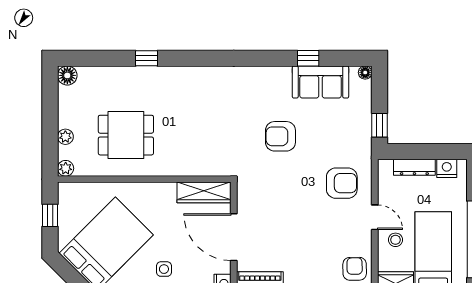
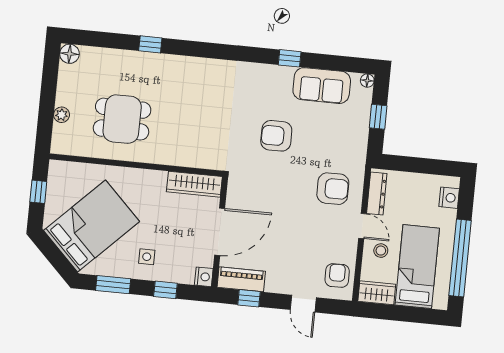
window: (308, 58) -> (290, 58), moved
window: (380, 125) -> (378, 117), moved
dresser: (414, 167) -> (377, 194), moved, turned -90
plant: (66, 168) -> (59, 146), removed
nightstand: (447, 168) -> (449, 198), moved, turned 90
door: (234, 237) -> (220, 232), swing flipped

